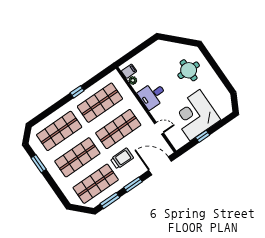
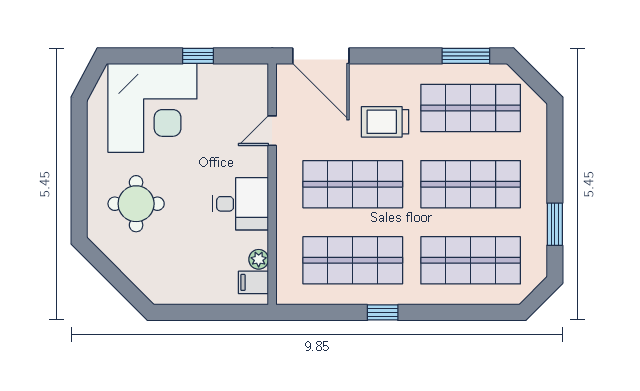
corner desk: (195, 115) -> (152, 108), moved
door: (159, 128) -> (272, 131), hinge flipped
window: (133, 185) -> (399, 56), removed

